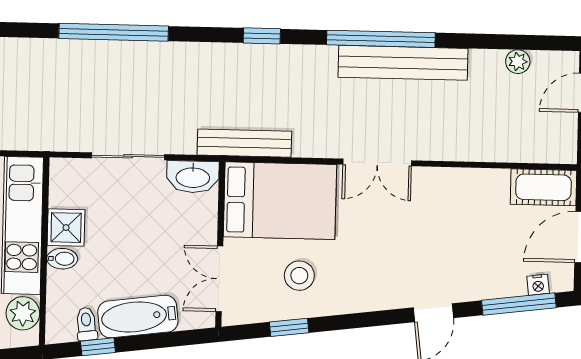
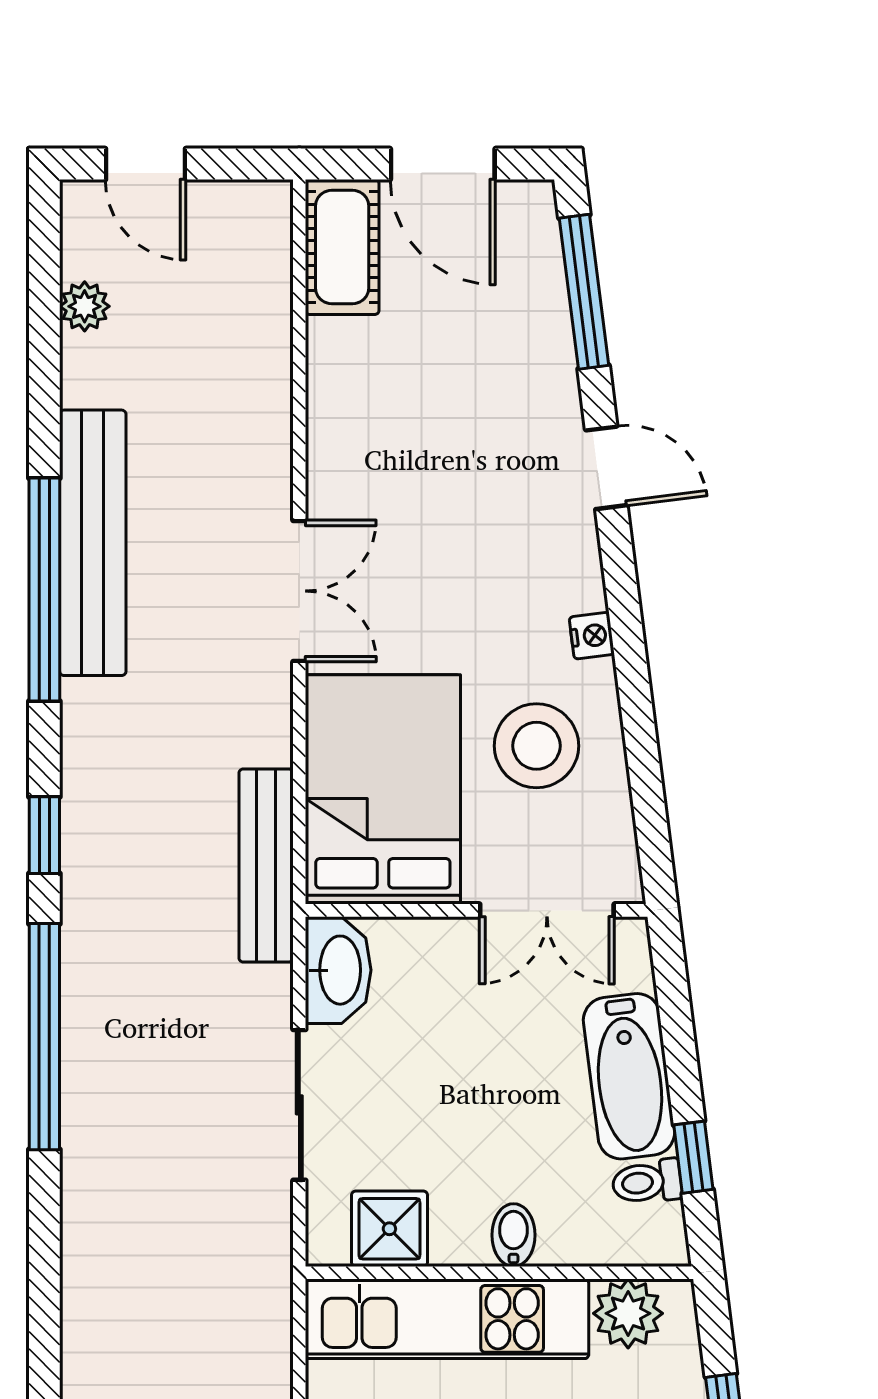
window: (114, 32) -> (44, 1037), moved
shower: (66, 228) -> (389, 1229), moved
stool: (299, 276) -> (536, 746), width x1.38, depth x1.38
nightstand: (538, 285) -> (592, 636), moved
window: (289, 327) -> (644, 764), removed

